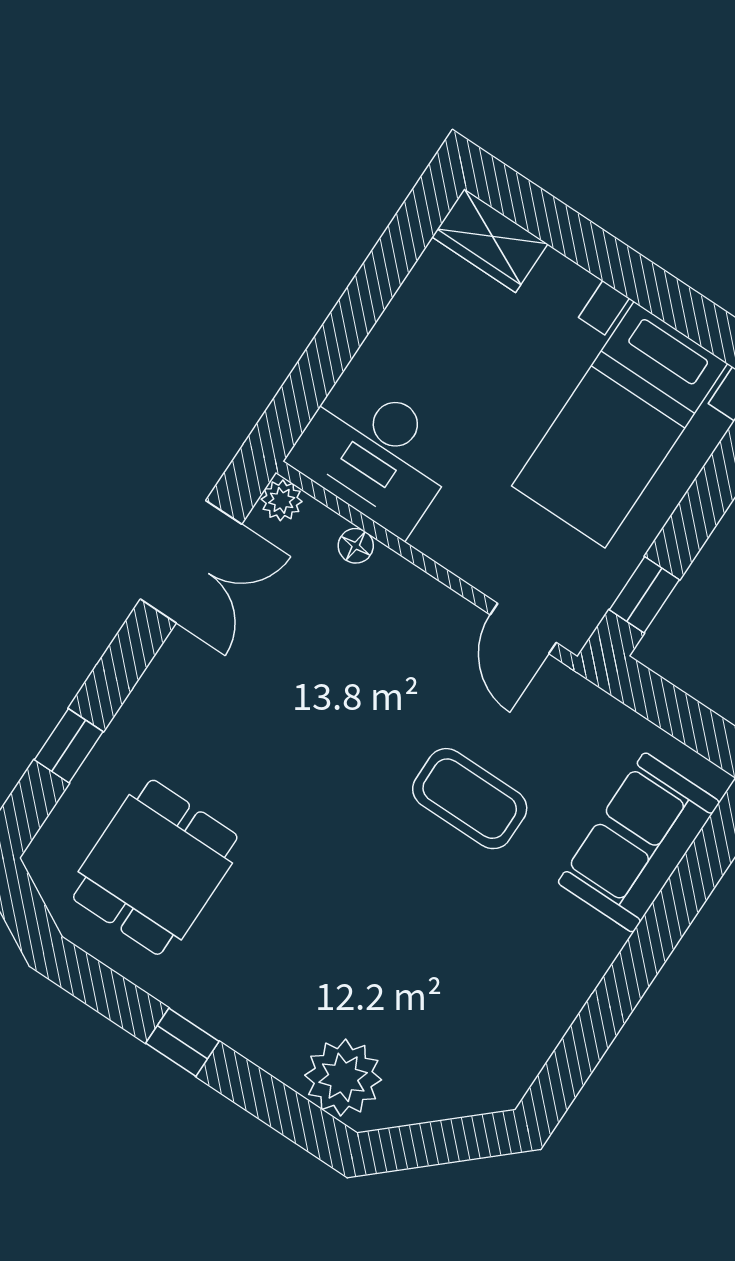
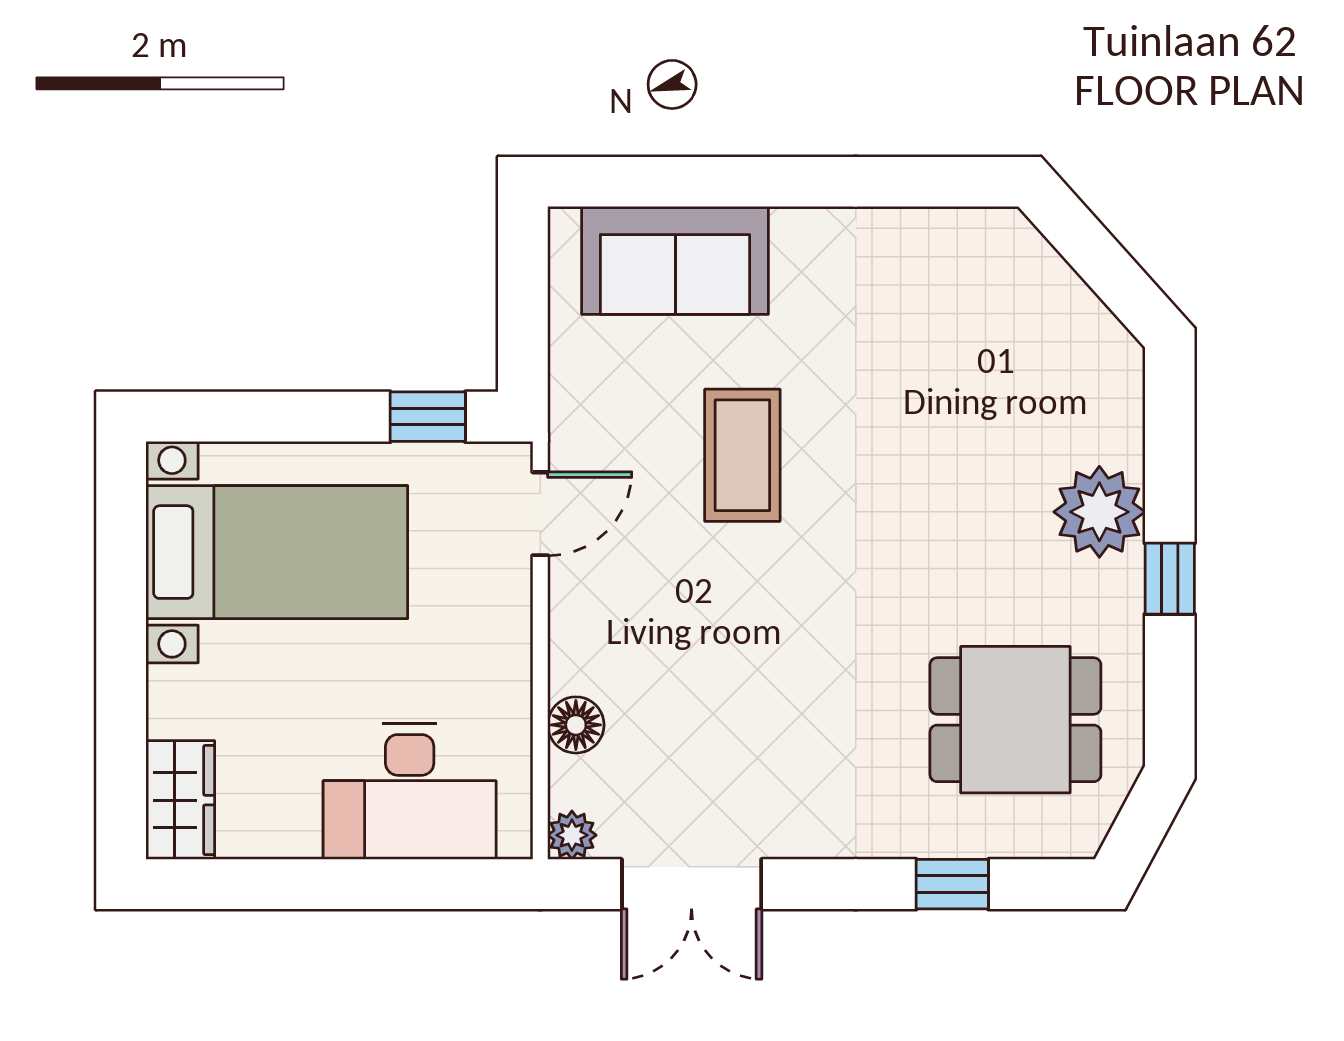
desk: (376, 454) -> (410, 792), moved, turned 90
floor lamp: (356, 546) -> (576, 725), width x1.37, depth x1.37
double door: (191, 562) -> (692, 884), swing flipped
plant: (343, 1077) -> (1099, 512), moved

